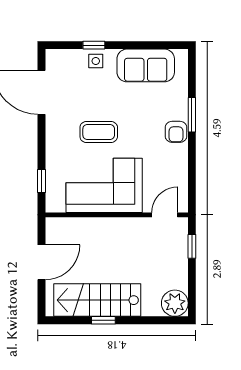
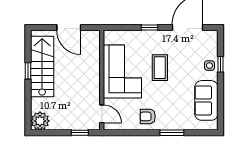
armchair: (176, 132) -> (148, 116), moved
window: (41, 181) -> (149, 28), moved

